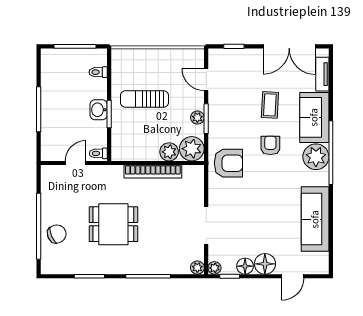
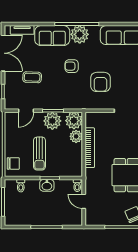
chair: (130, 61) -> (13, 163), added
coffee table: (270, 105) -> (32, 77), moved
plant: (197, 118) -> (52, 121), width x1.88, depth x1.88
armchair: (228, 163) -> (100, 82), moved, turned 180

